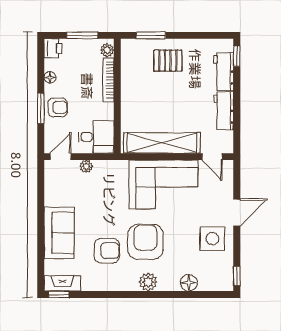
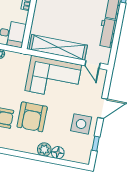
armchair: (145, 242) -> (32, 117), turned 180
window: (237, 276) -> (96, 144), moved
plant: (148, 282) -> (44, 149), moved

